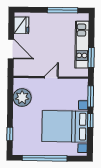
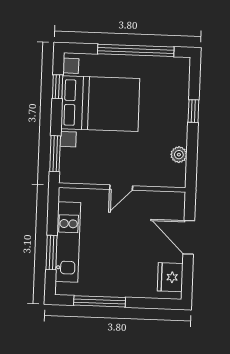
window: (91, 58) -> (51, 253), moved
plant: (22, 98) -> (179, 155), width x0.53, depth x0.53
window: (90, 121) -> (58, 87), moved
window: (10, 134) -> (193, 111), moved

